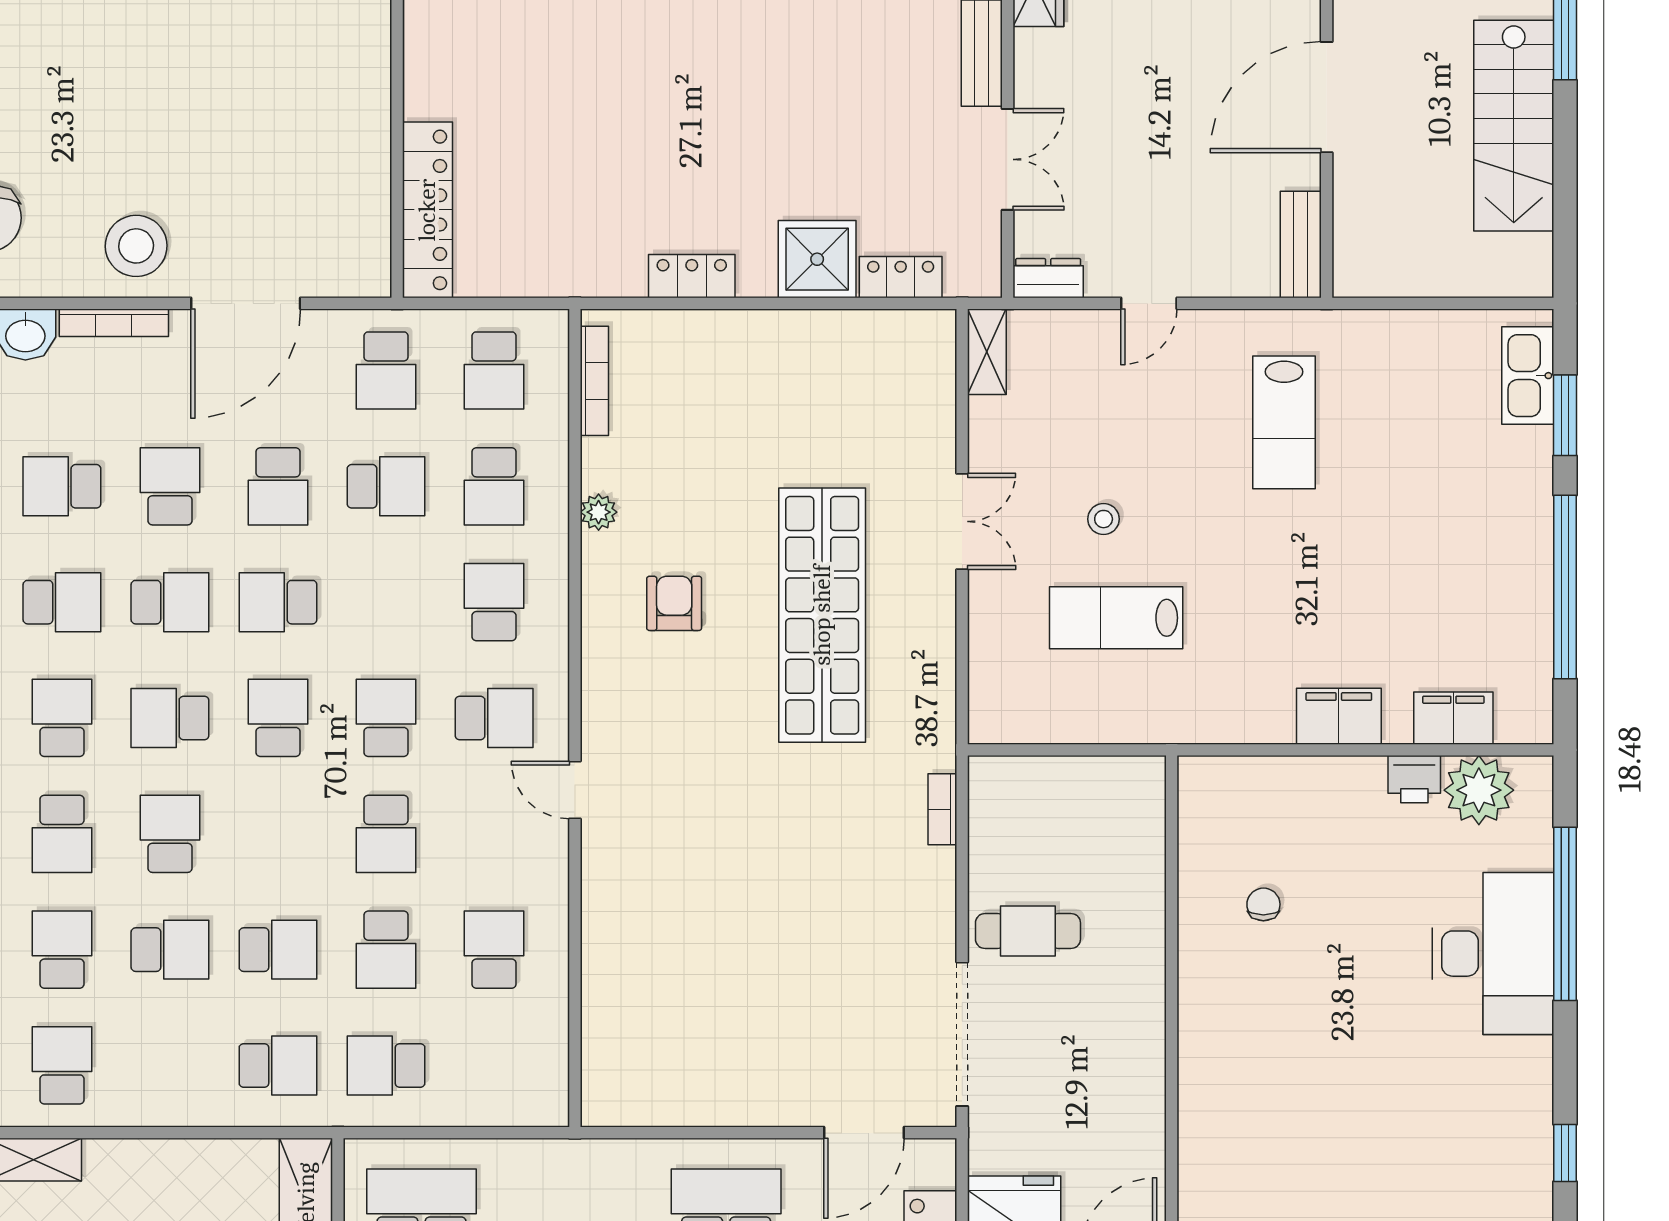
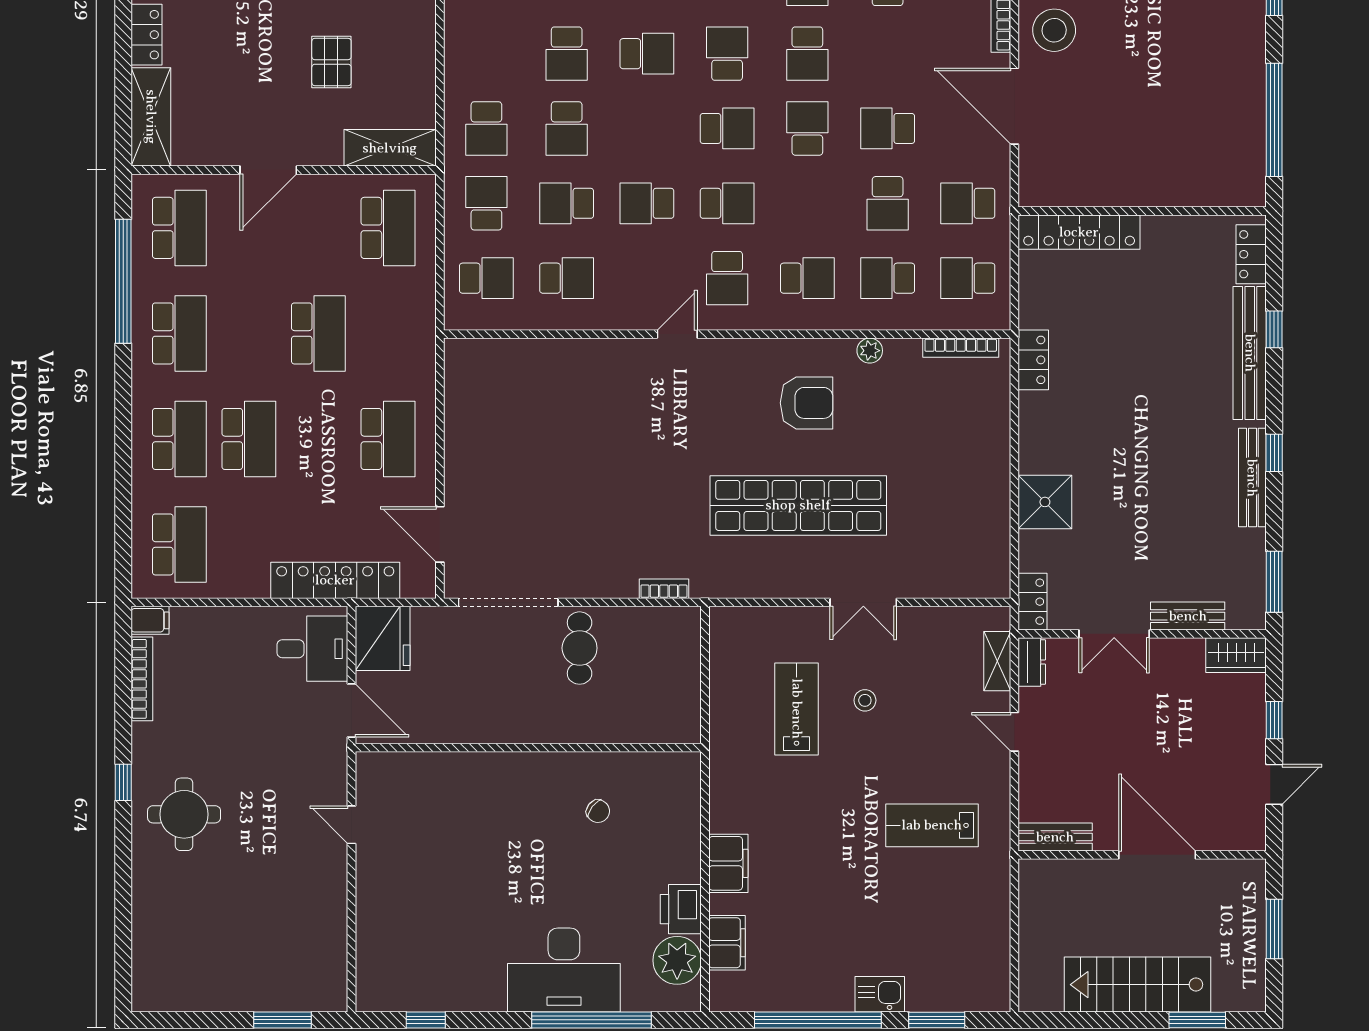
locker: (692, 276) -> (1033, 360), moved
locker: (901, 277) -> (1033, 602), moved
shelving: (987, 352) -> (997, 661), moved, turned 90
kitchen sink: (1528, 376) -> (880, 994), moved, width x0.73
school desk: (170, 486) -> (486, 278), moved
armchair: (674, 603) -> (807, 403), width x1.38, depth x1.38
printer: (1414, 779) -> (681, 909), width x1.36, depth x1.24
chair: (1263, 904) -> (598, 811), turned 38

